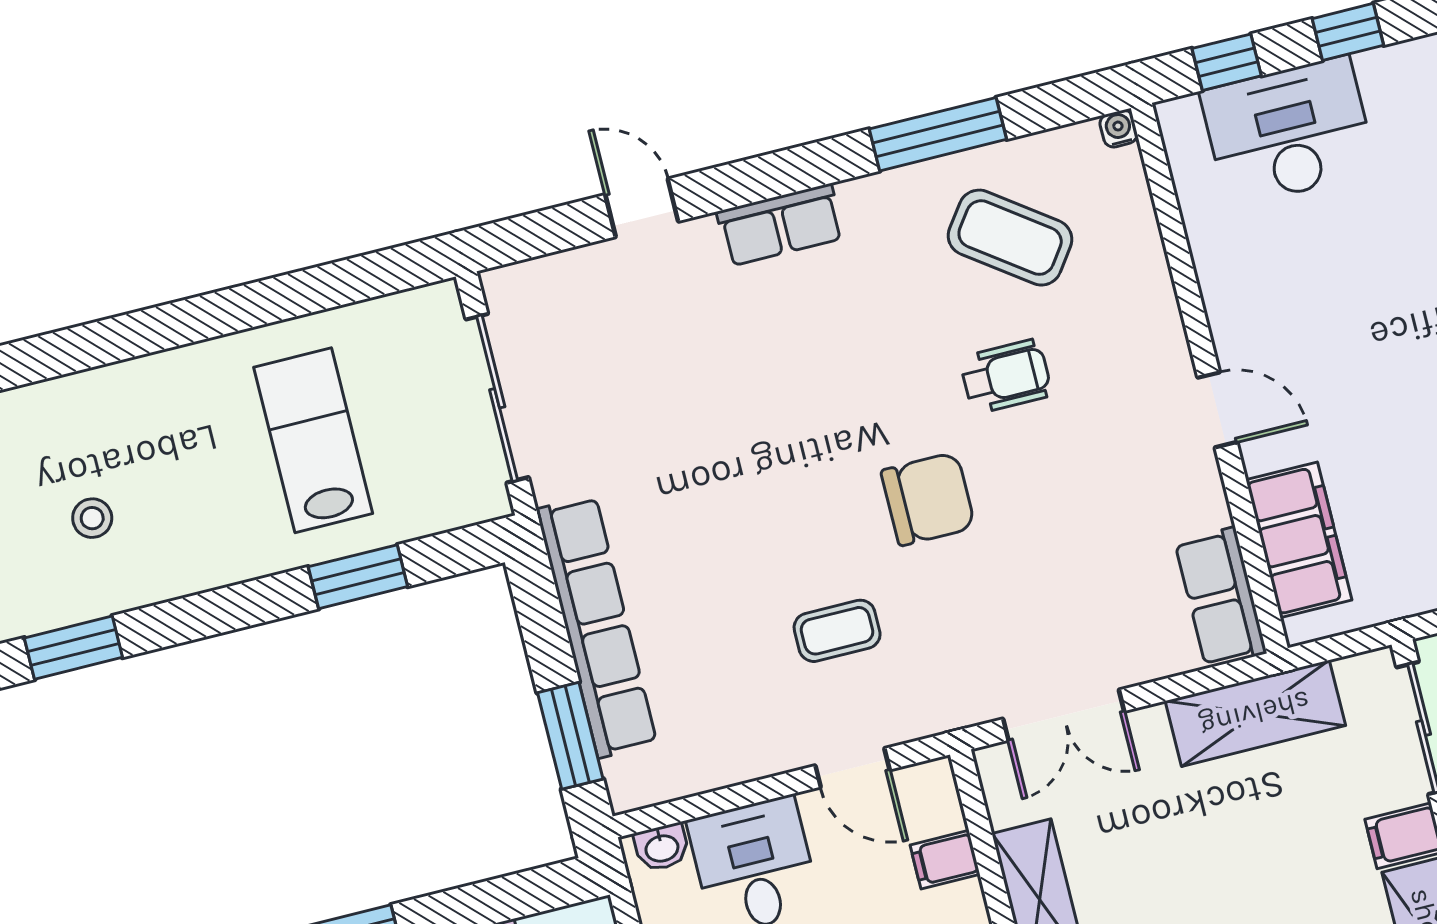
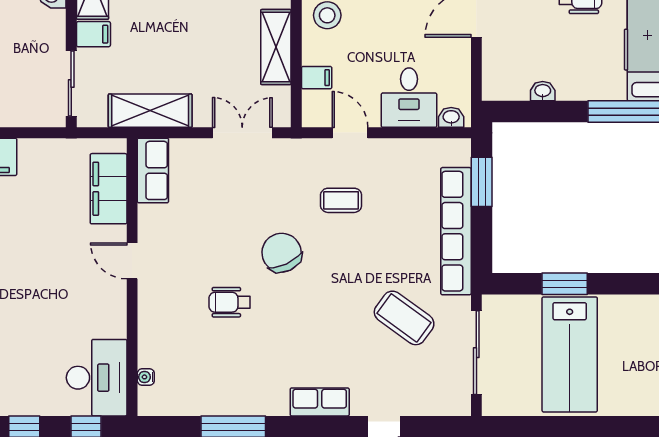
water cooler: (1119, 129) -> (146, 377), moved, turned 90
desk: (1288, 132) -> (97, 378), moved, turned -90
coffee table: (1010, 238) -> (404, 318), moved
lab bench: (313, 440) -> (570, 354), width x1.36, depth x1.39
chair: (928, 499) -> (282, 253), turned 65

